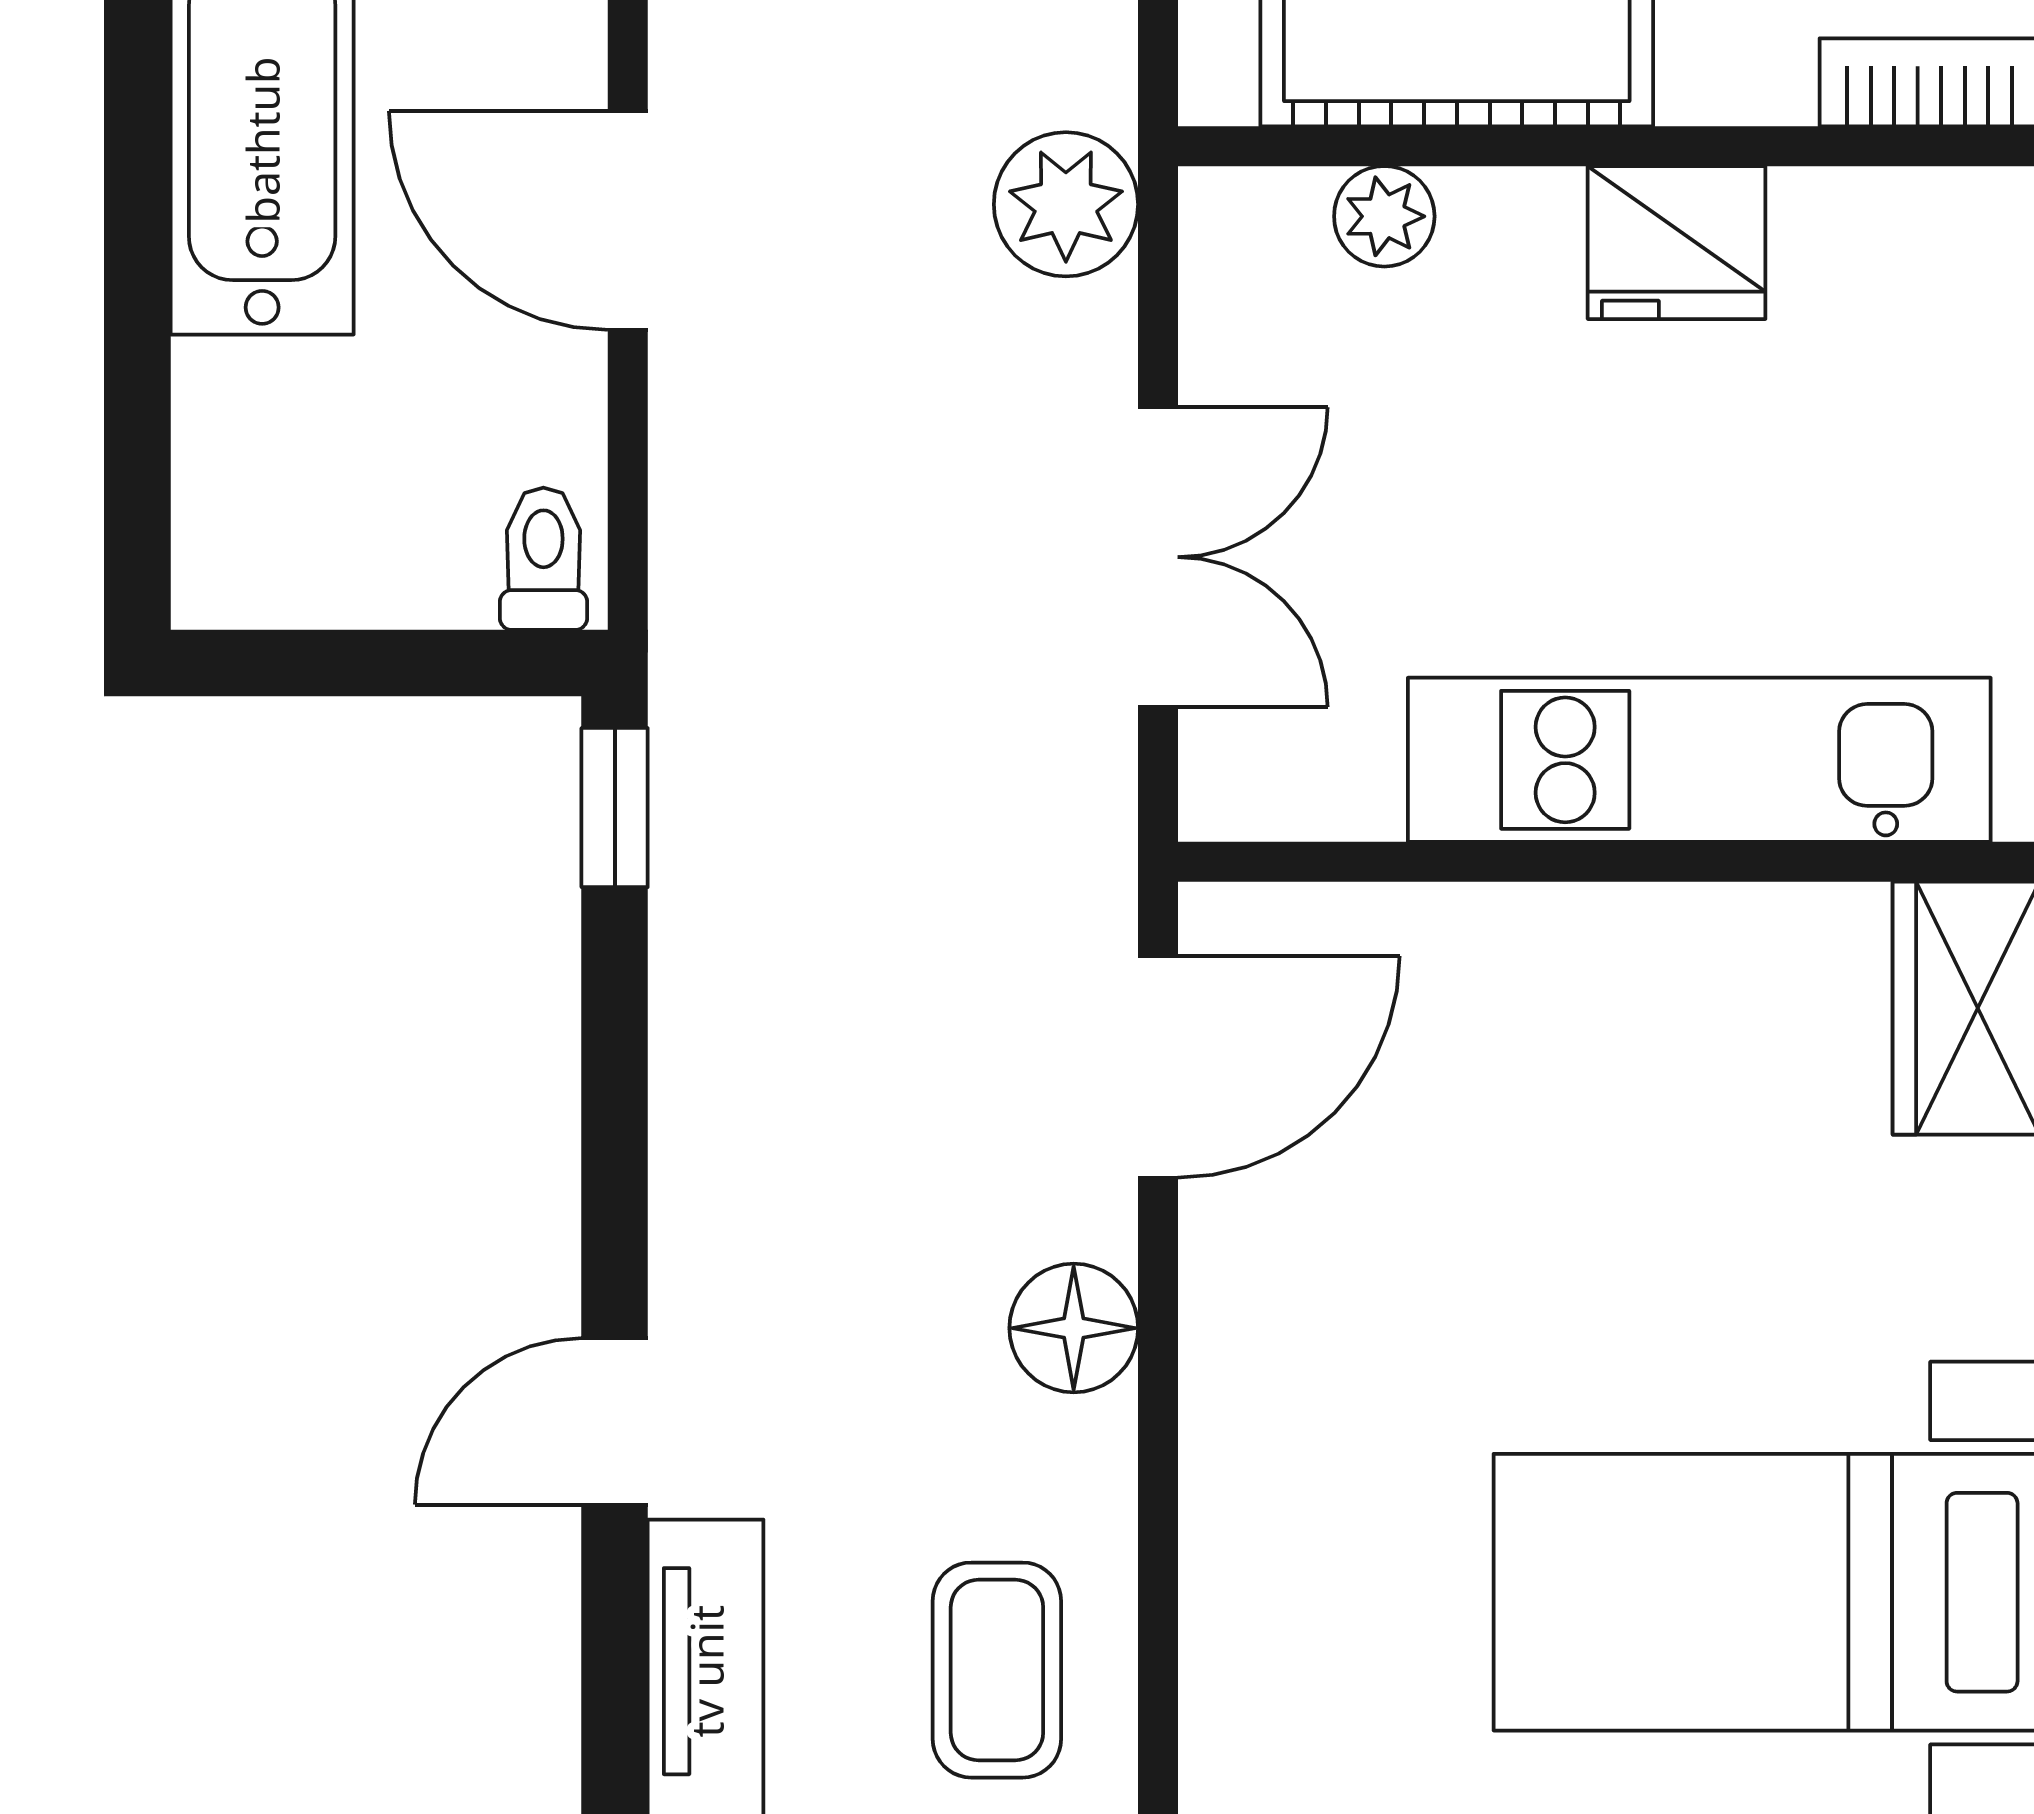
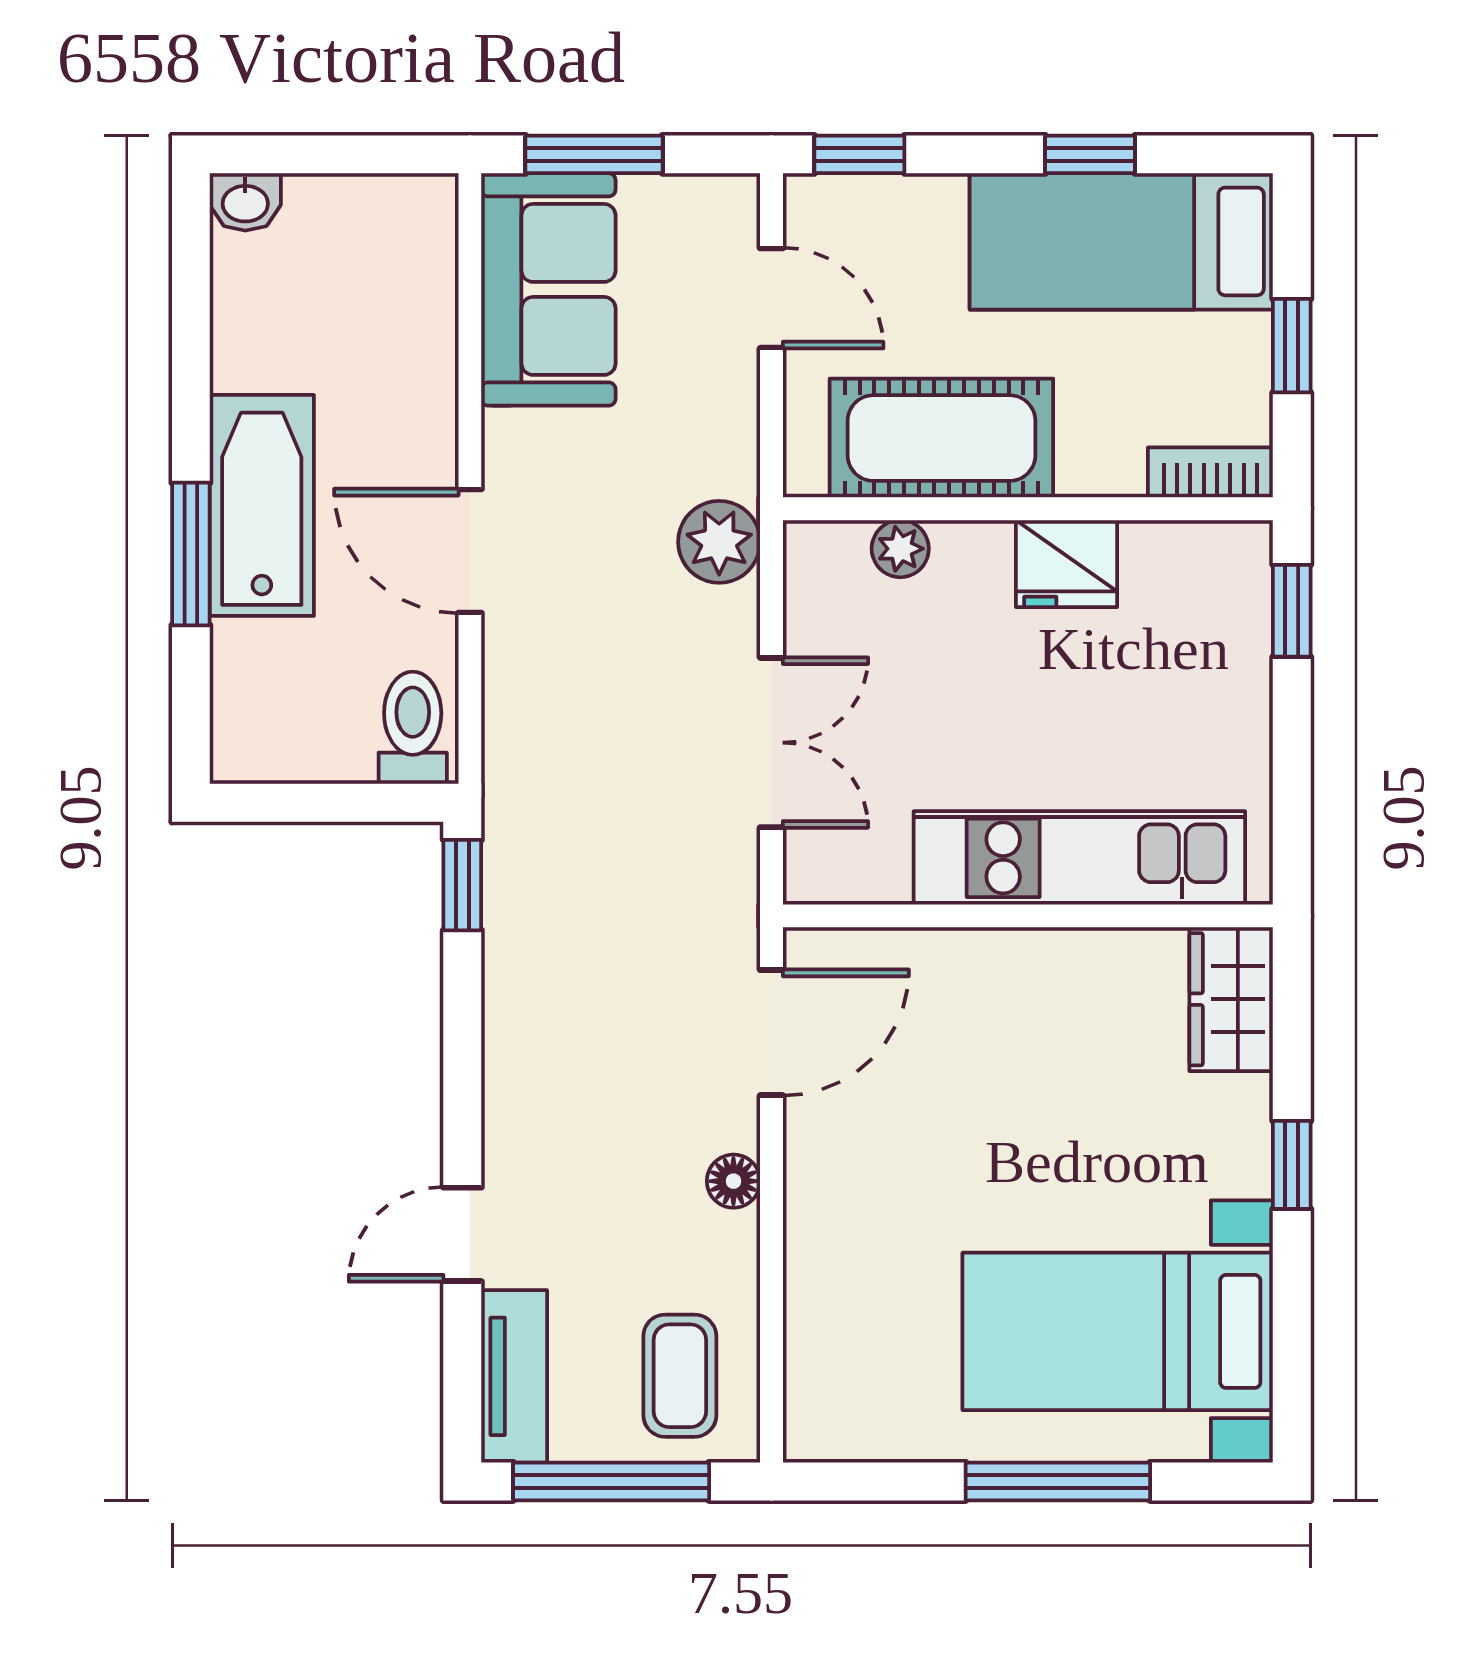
window: (137, 226) -> (191, 554), added
toilet: (543, 559) -> (413, 728), width x1.37, depth x1.39
floor lamp: (1074, 1328) -> (733, 1181), width x0.73, depth x0.73

